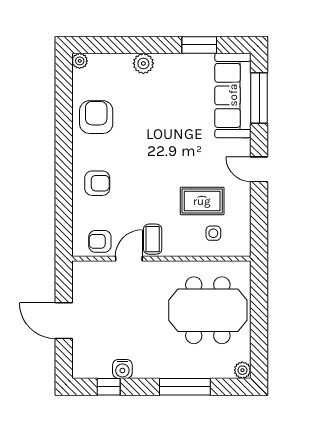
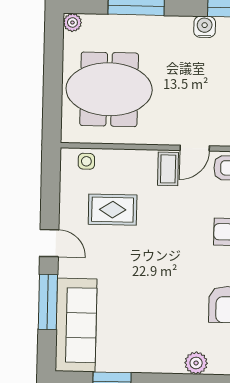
plant: (143, 63) -> (196, 363), moved
window: (259, 98) -> (48, 302), moved
side table: (213, 233) -> (86, 161), moved

